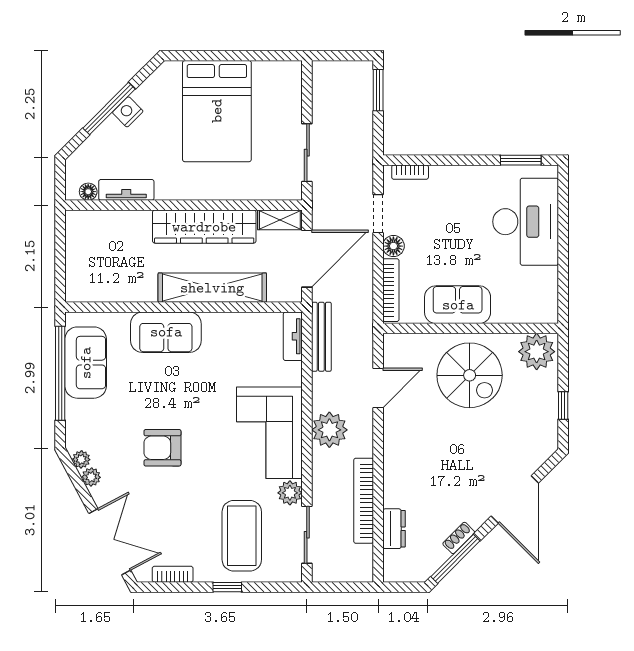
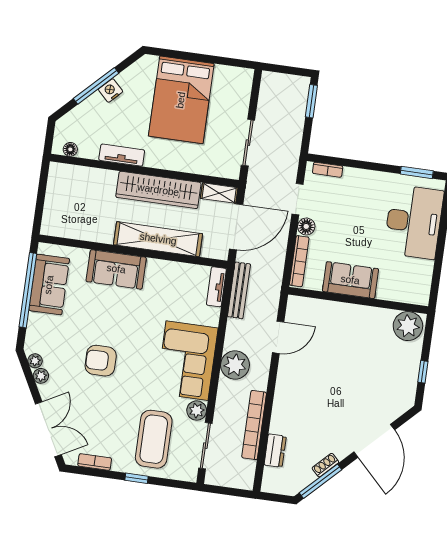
tv unit: (126, 190) -> (122, 155), moved
spiral stairs: (470, 375) -> (352, 337), removed

